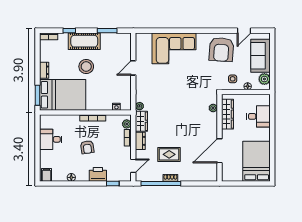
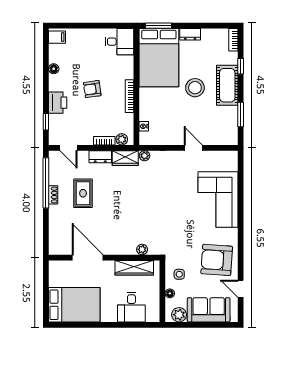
desk: (51, 139) -> (119, 42), moved, turned 90

